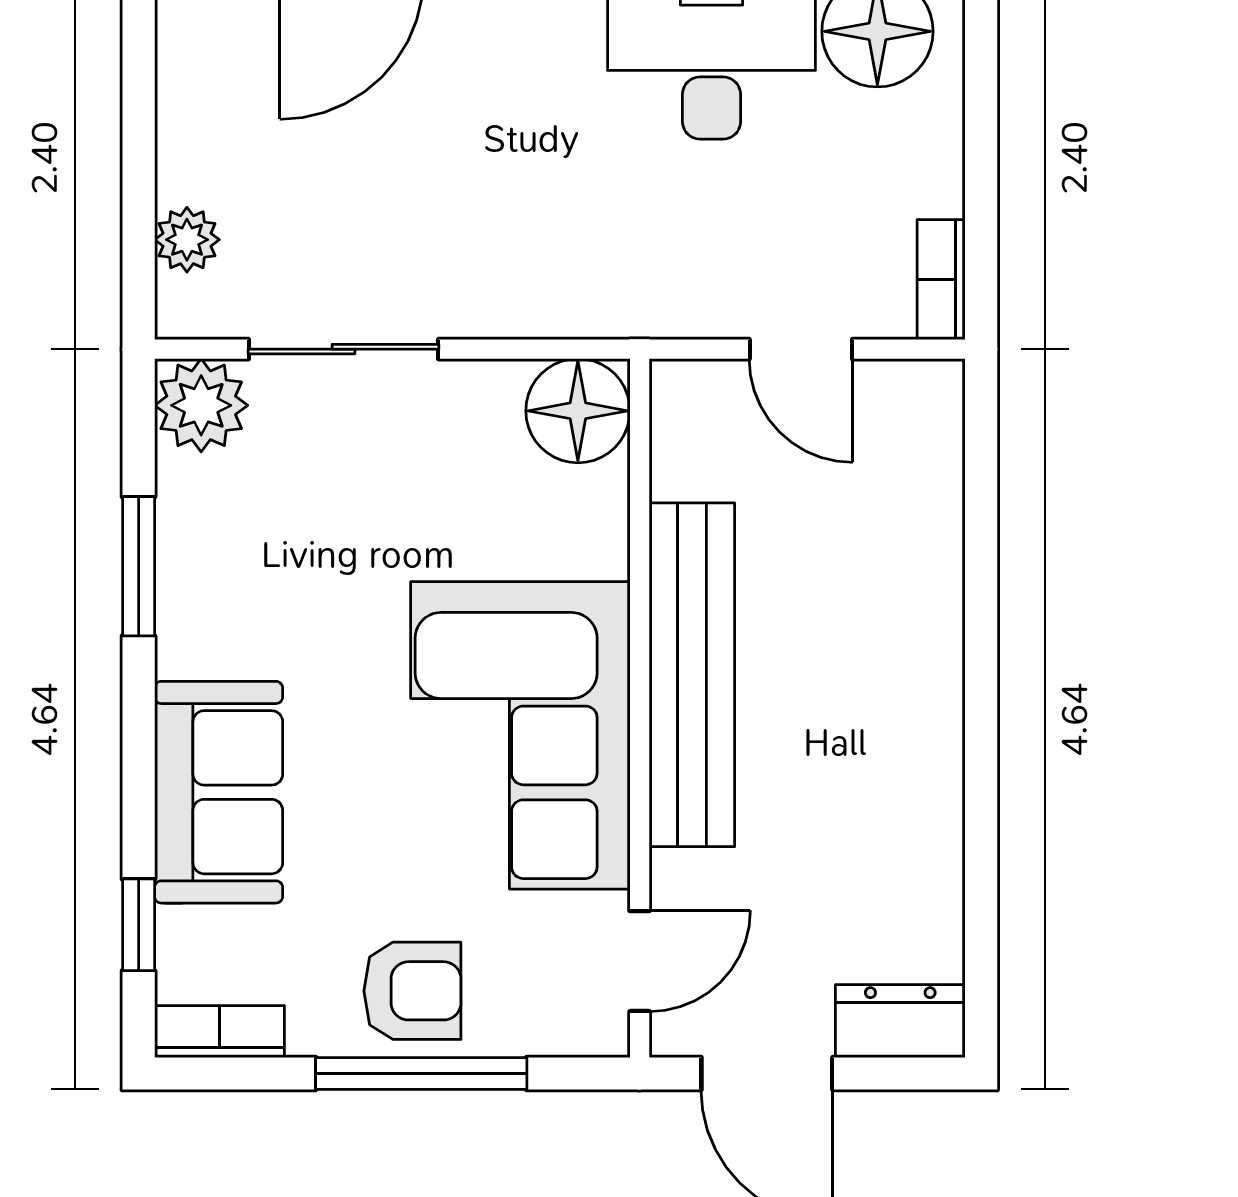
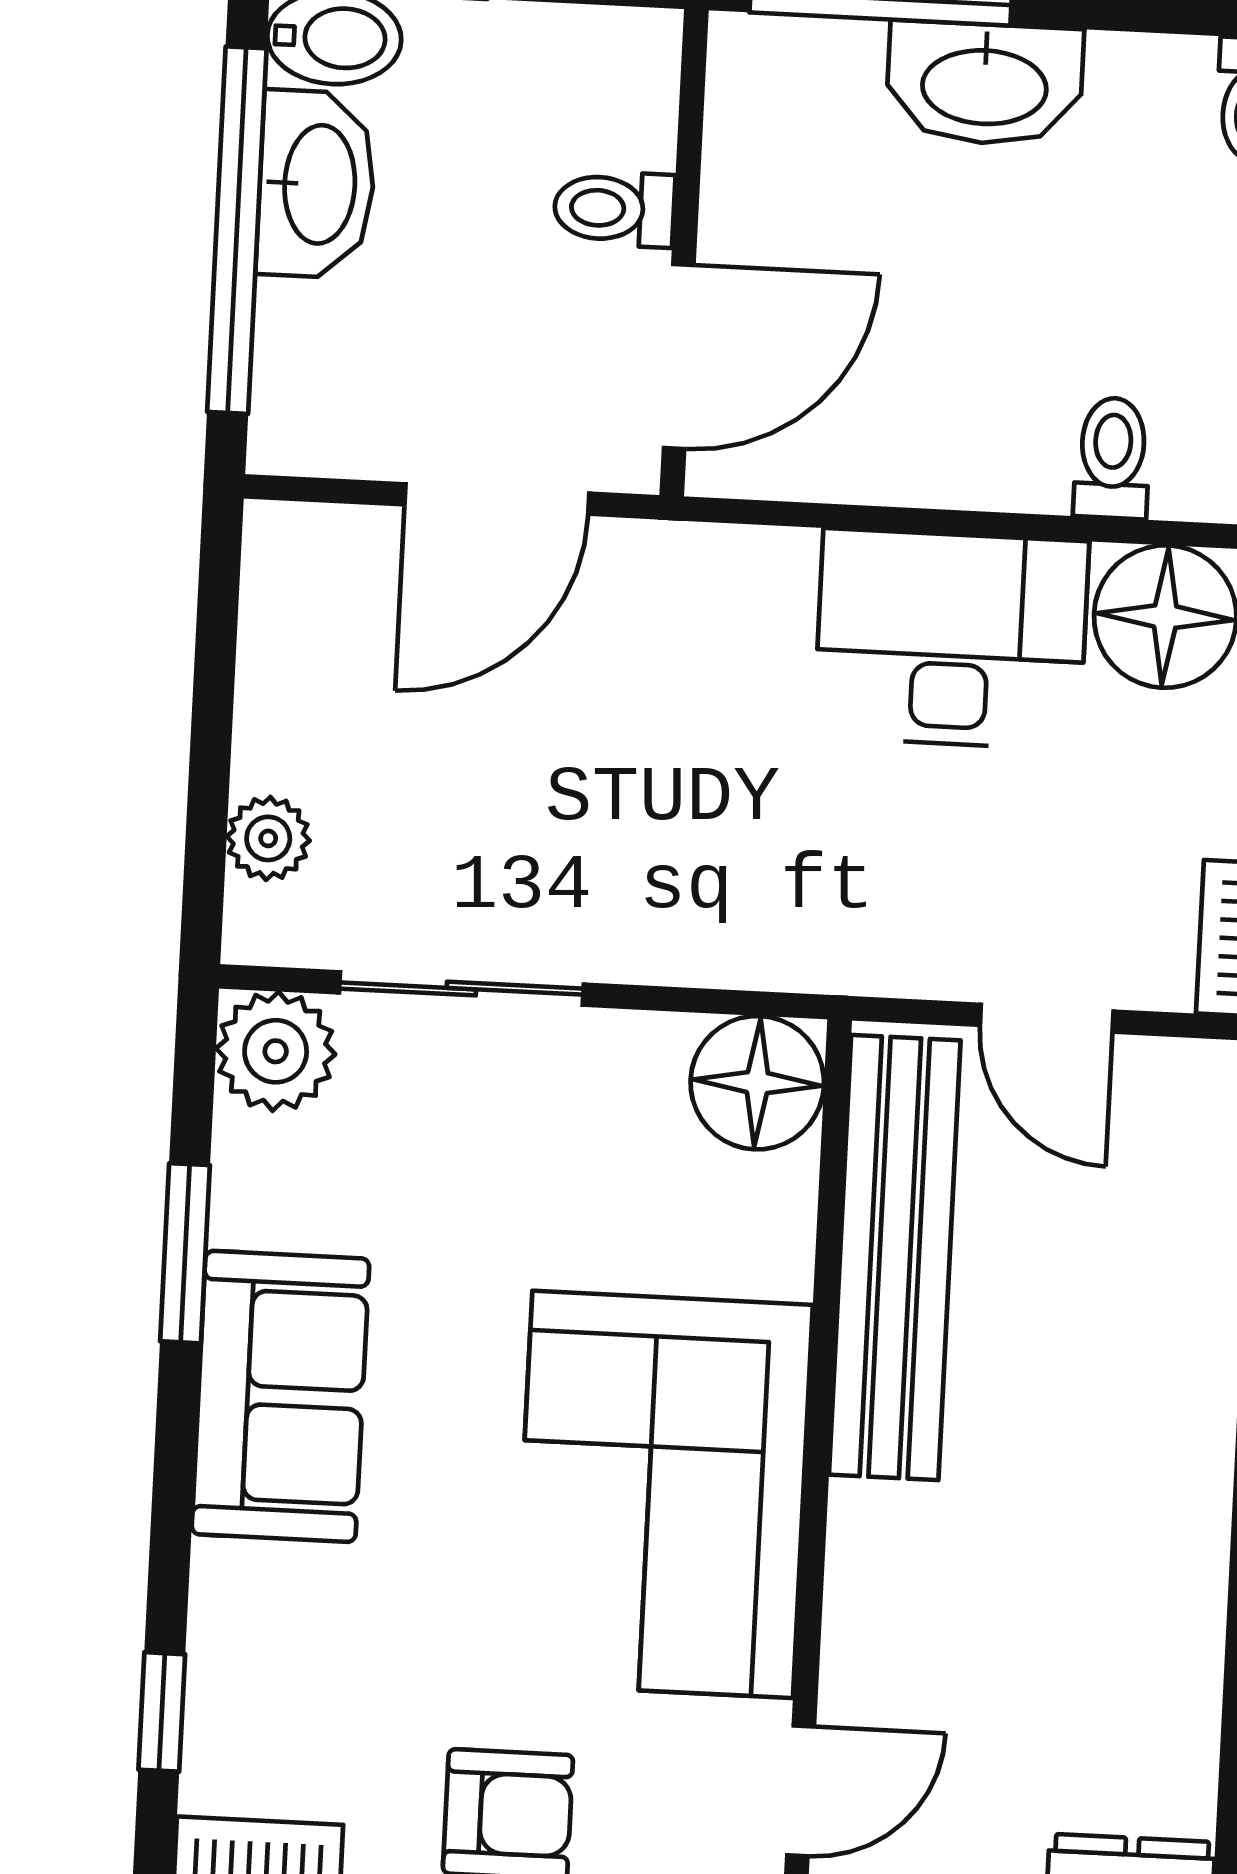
bench: (692, 675) -> (895, 1258), moved
sofa: (219, 792) -> (280, 1396), moved

